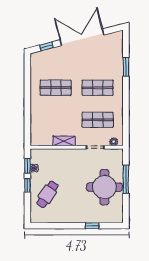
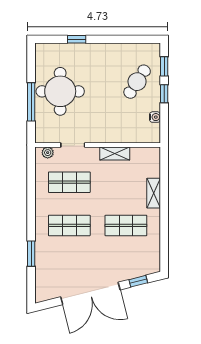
shelving: (35, 112) -> (154, 193), added
window: (27, 166) -> (164, 66), moved

